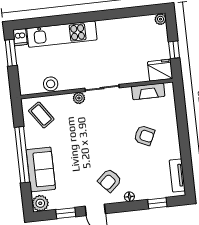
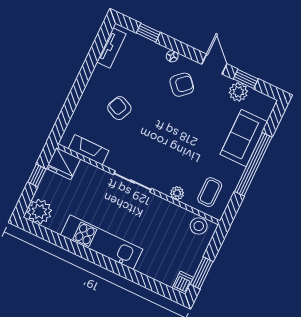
plant: (160, 19) -> (39, 211), width x1.88, depth x1.88
kitchen unit: (62, 34) -> (102, 242), moved
stool: (51, 84) -> (199, 226), moved
plant: (79, 98) -> (177, 193), moved
coffee table: (41, 115) -> (210, 192), turned 35
plant: (40, 203) -> (238, 92), moved

